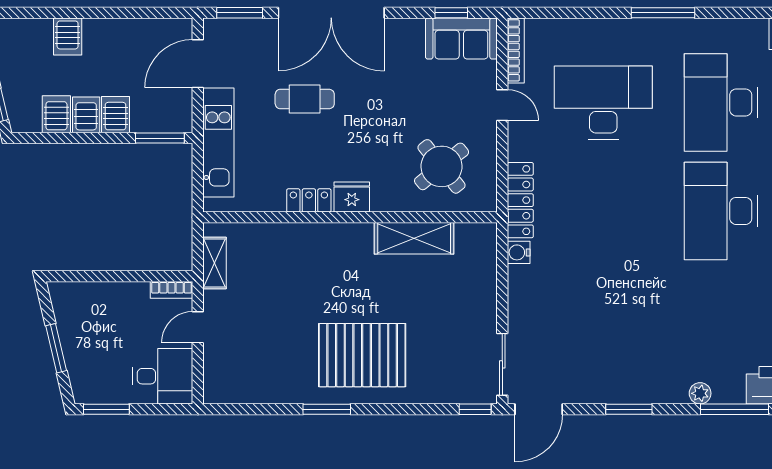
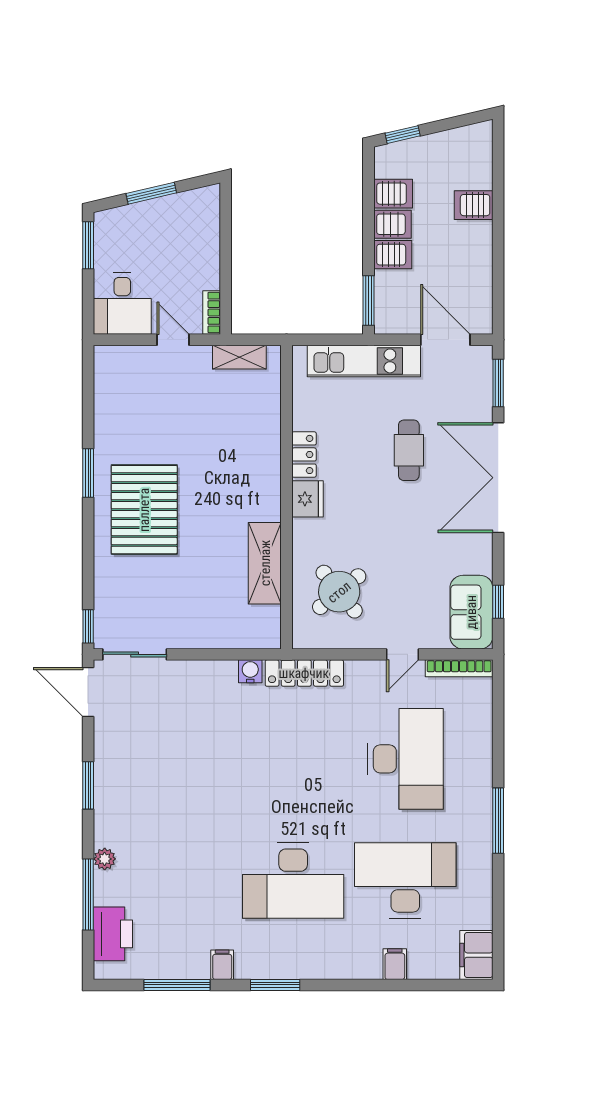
desk: (721, 211) -> (293, 881), turned 180

